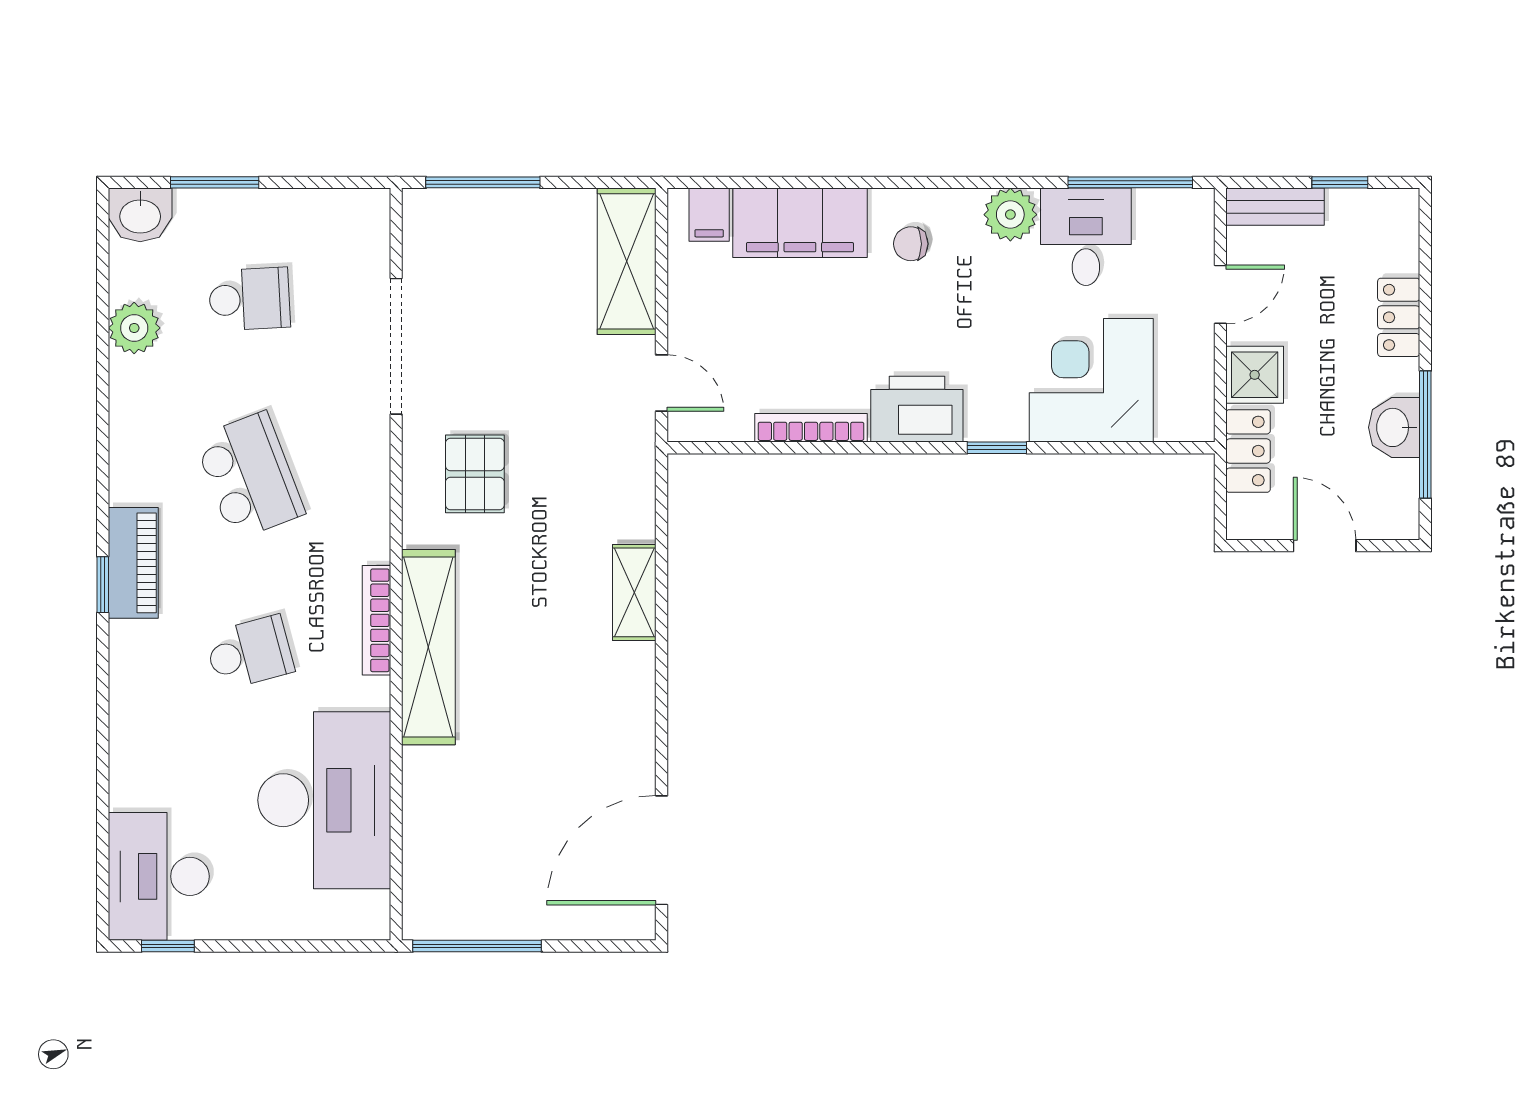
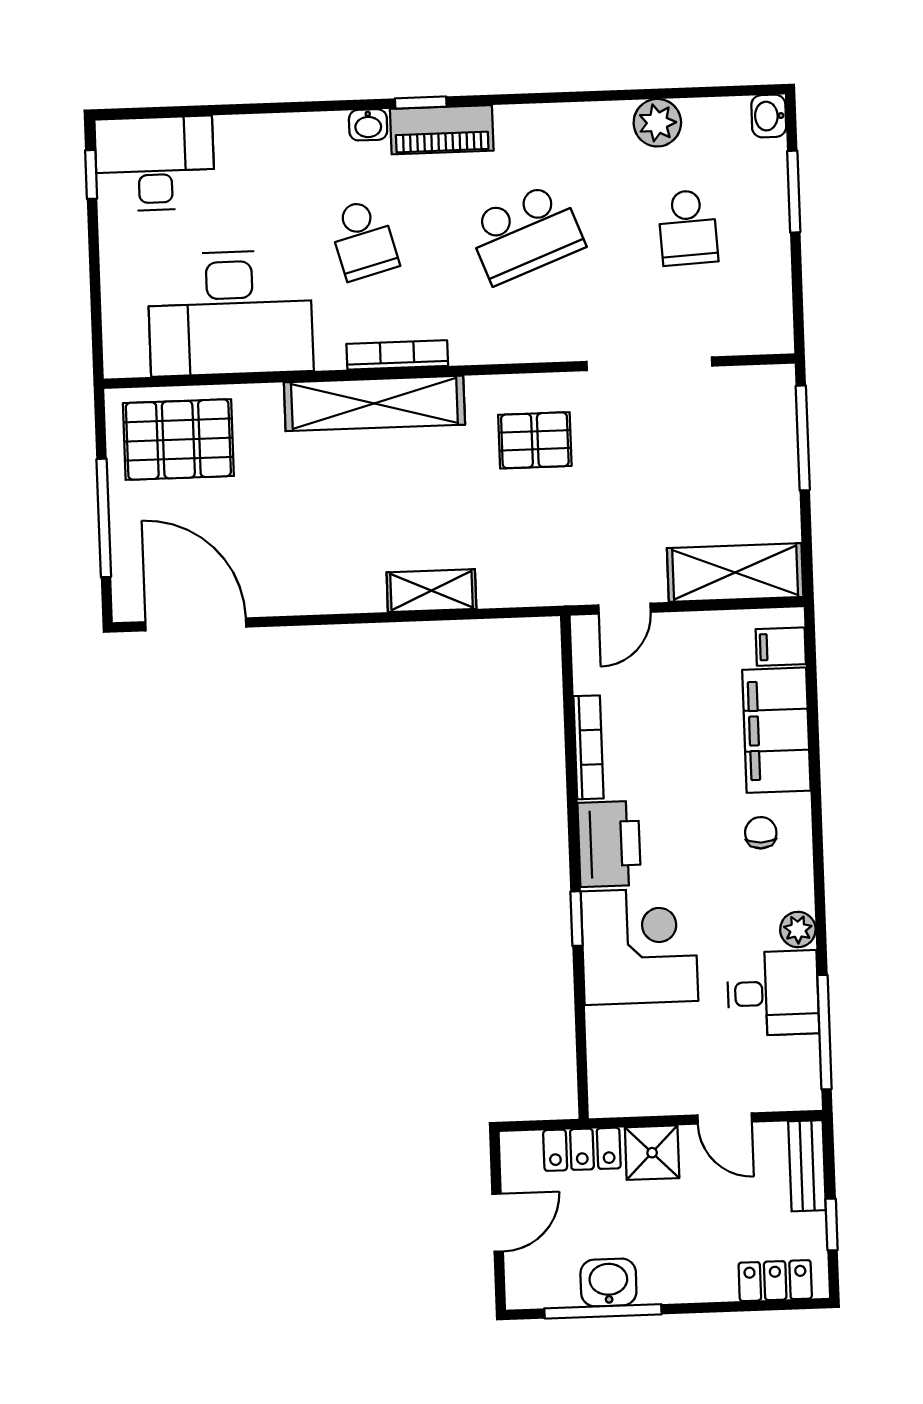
washbasin: (140, 215) -> (769, 116), width x0.72, depth x0.69
plant: (1010, 215) -> (798, 929), width x0.73, depth x0.73
locker: (1399, 317) -> (775, 1281), moved
corner desk: (1091, 380) -> (639, 946), moved
washbasin: (125, 643) -> (368, 125), added
pallet: (460, 862) -> (178, 440), added
window: (477, 946) -> (104, 518), moved

